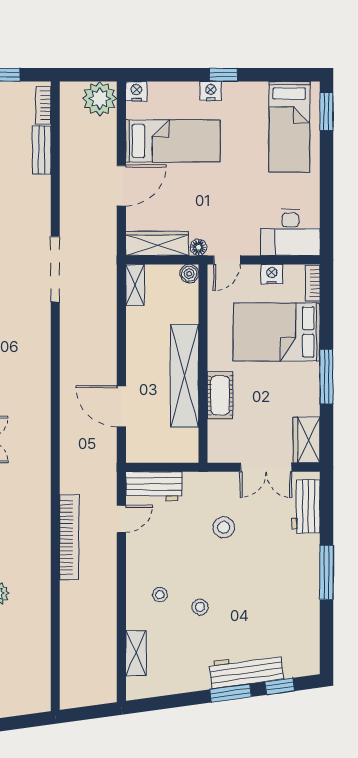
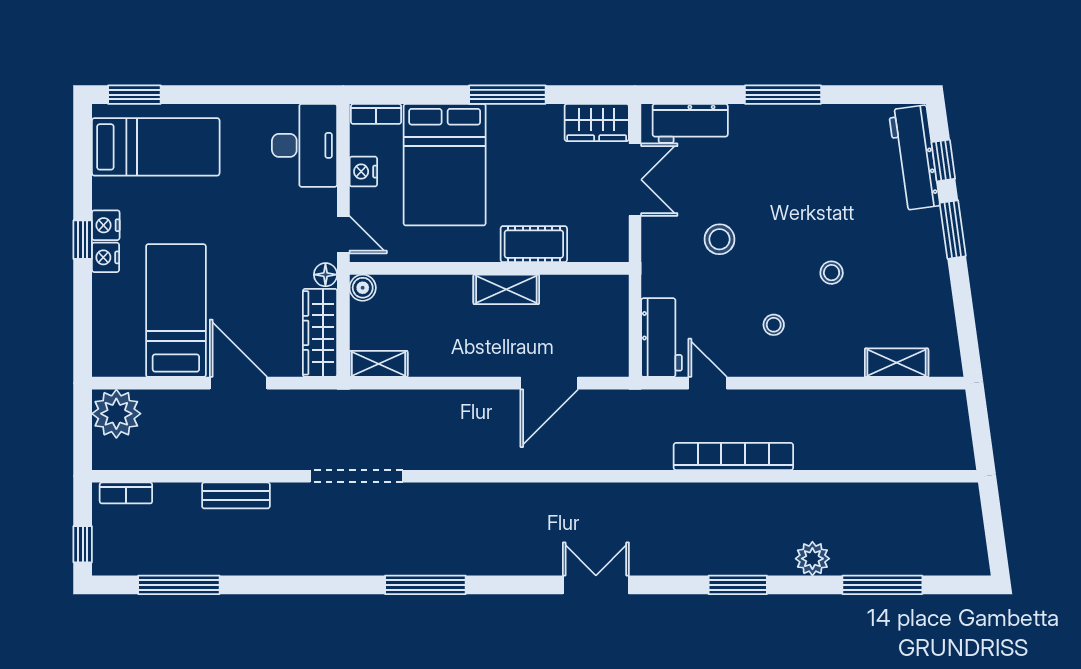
nightstand: (136, 91) -> (106, 225), moved
bench: (42, 150) -> (236, 495), moved
shelving: (185, 376) -> (506, 289), width x0.45, depth x0.75
stool: (160, 595) -> (774, 325), moved
workbench: (246, 671) -> (914, 158), moved

